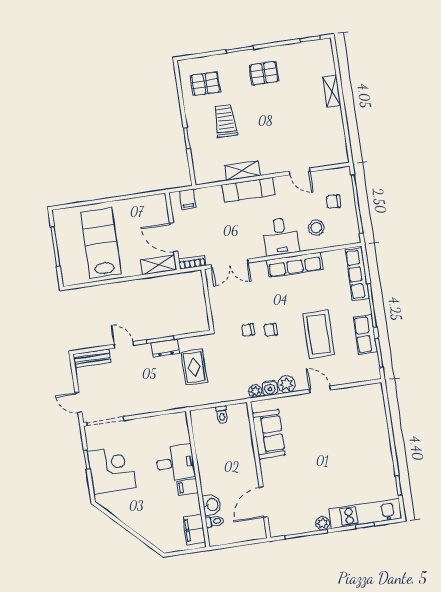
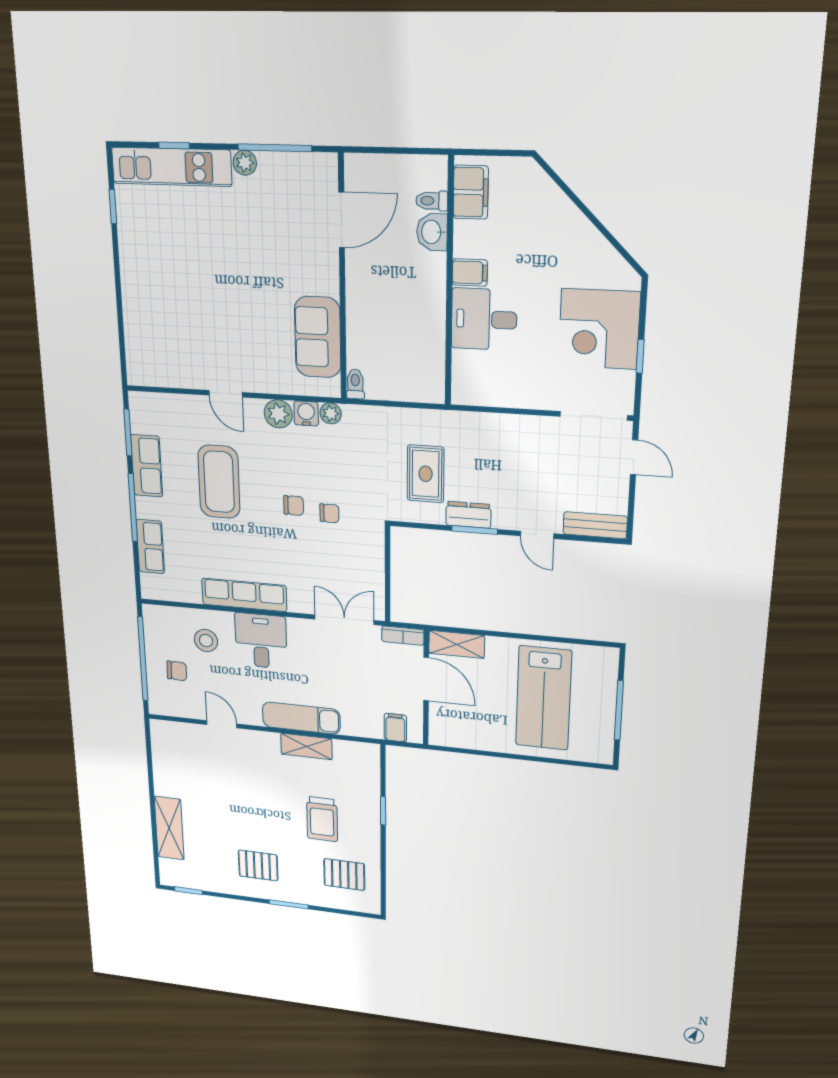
shelving: (332, 91) -> (169, 828), width x1.50, depth x1.33
row of seats: (357, 274) -> (150, 547), width x0.68
toilet: (222, 415) -> (355, 384), moved

